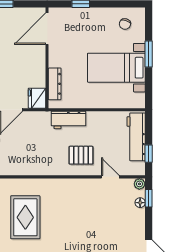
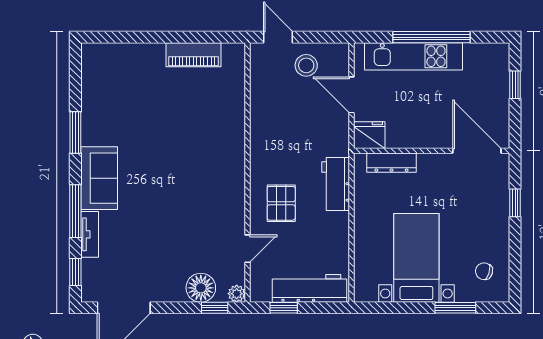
window: (149, 54) -> (455, 308), moved
floor lamp: (140, 203) -> (201, 288), width x1.89, depth x1.89
rug: (25, 217) -> (185, 117), removed

